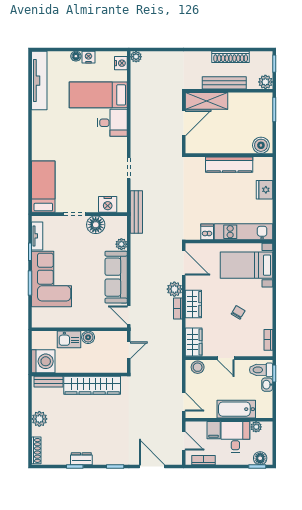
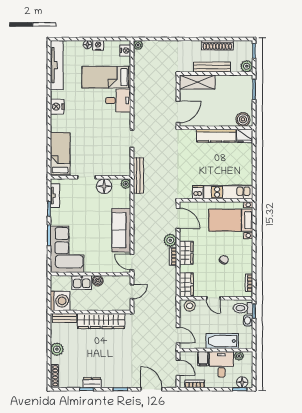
door: (184, 123) -> (178, 112), moved
fridge: (264, 190) -> (245, 136), moved, turned -90
nightstand: (108, 204) -> (57, 107), moved, turned 90
plant: (121, 244) -> (126, 184), moved
corner sofa: (52, 279) -> (67, 249), moved

